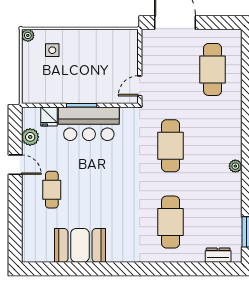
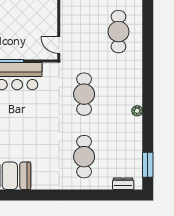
door: (140, 86) -> (59, 45), hinge flipped

